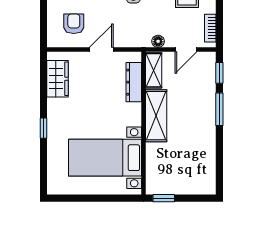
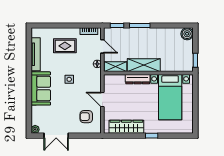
wardrobe: (58, 79) -> (126, 127), width x1.50
dresser: (134, 82) -> (138, 79), moved
boiler: (206, 185) -> (187, 34), added

